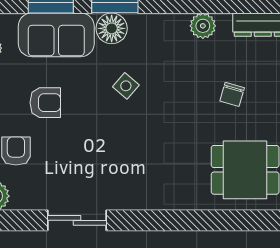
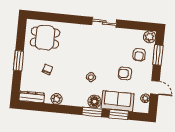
sliding door: (77, 220) -> (104, 22), moved

